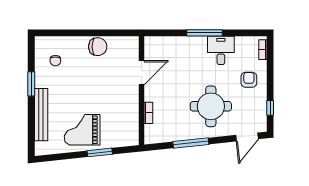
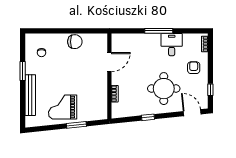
door: (247, 137) -> (192, 113), swing flipped
window: (191, 143) -> (148, 117), width x0.46

